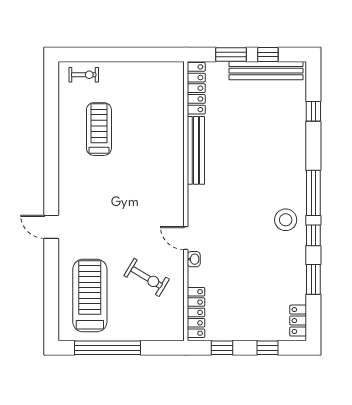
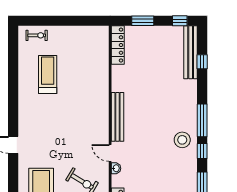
window: (268, 55) -> (180, 21), moved
bench: (266, 71) -> (191, 52), moved, turned 90
bench: (196, 150) -> (118, 117), moved

